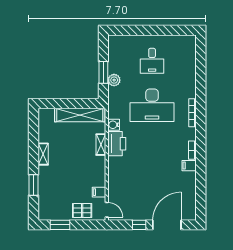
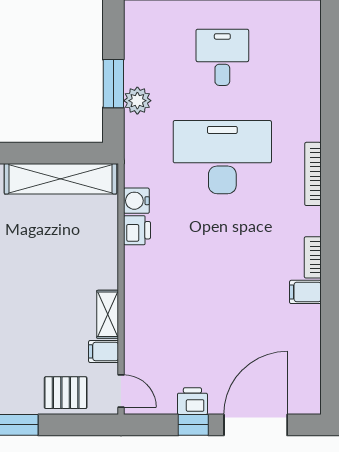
desk: (152, 61) -> (222, 57), turned 180
desk: (152, 105) -> (222, 157), turned 180
printer: (117, 144) -> (137, 230), width x0.53, depth x0.68
shelving: (101, 145) -> (108, 314), moved
printer: (139, 214) -> (192, 401), added

